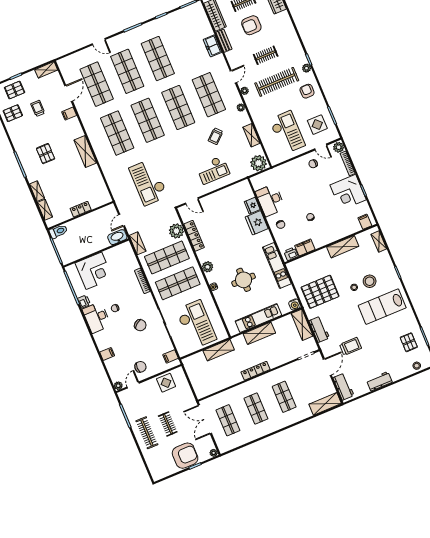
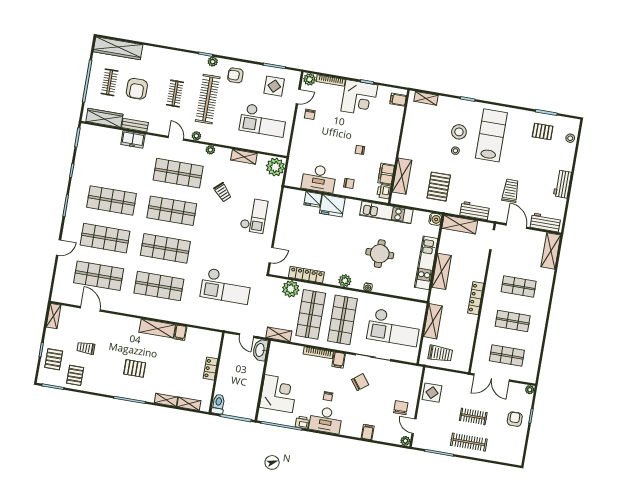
filing cabinet: (69, 114) -> (180, 333), moved
checkout: (287, 132) -> (263, 120), turned 180
shelving: (343, 247) -> (402, 176), moved
pallet: (320, 292) -> (439, 187), width x0.73, depth x0.71
lab bench: (382, 307) -> (491, 135), turned 180
checkout: (196, 324) -> (394, 327), turned 180
filing cabinet: (170, 356) -> (339, 360), moved
trolley: (198, 371) -> (440, 354), added
armchair: (185, 456) -> (515, 419), width x0.53, depth x0.53

